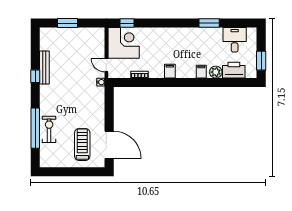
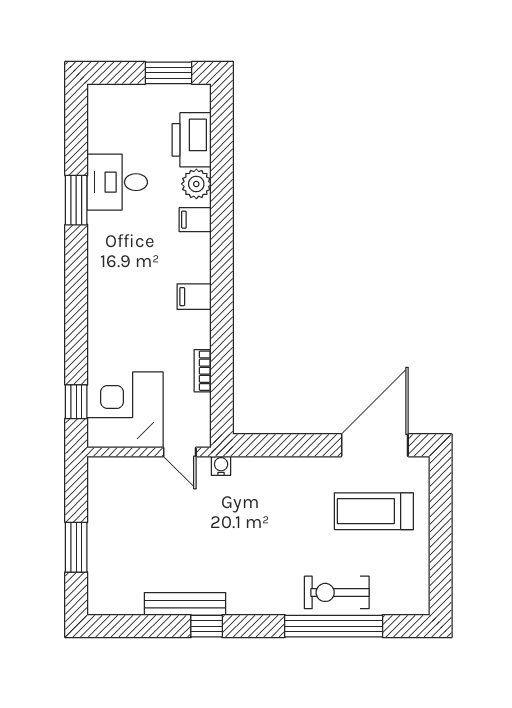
desk: (235, 40) -> (117, 182), moved
door: (106, 65) -> (180, 452), hinge flipped

